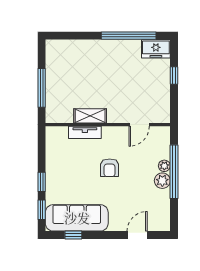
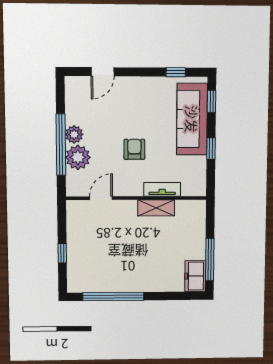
freezer: (156, 49) -> (195, 276), moved, turned -90
window: (42, 88) -> (210, 260), moved
plant: (164, 166) -> (78, 157), width x1.88, depth x1.88
window: (42, 182) -> (211, 149), moved
sofa: (77, 218) -> (192, 119), moved, turned 90

